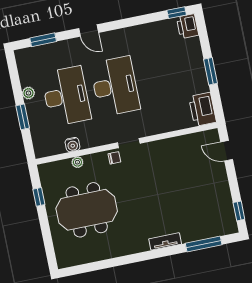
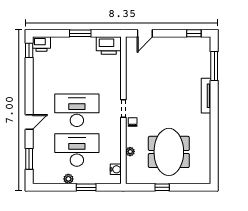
water cooler: (72, 145) -> (116, 169), moved
window: (39, 197) -> (162, 187), moved
tv unit: (165, 241) -> (206, 96), width x1.41

